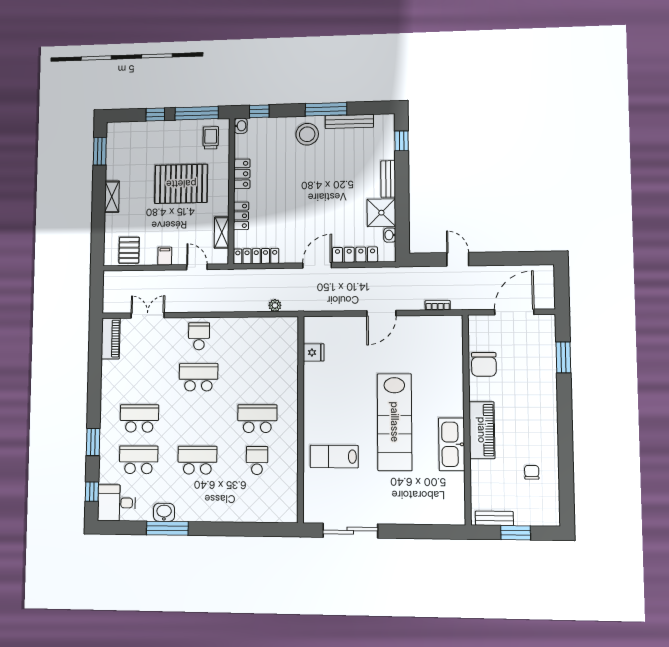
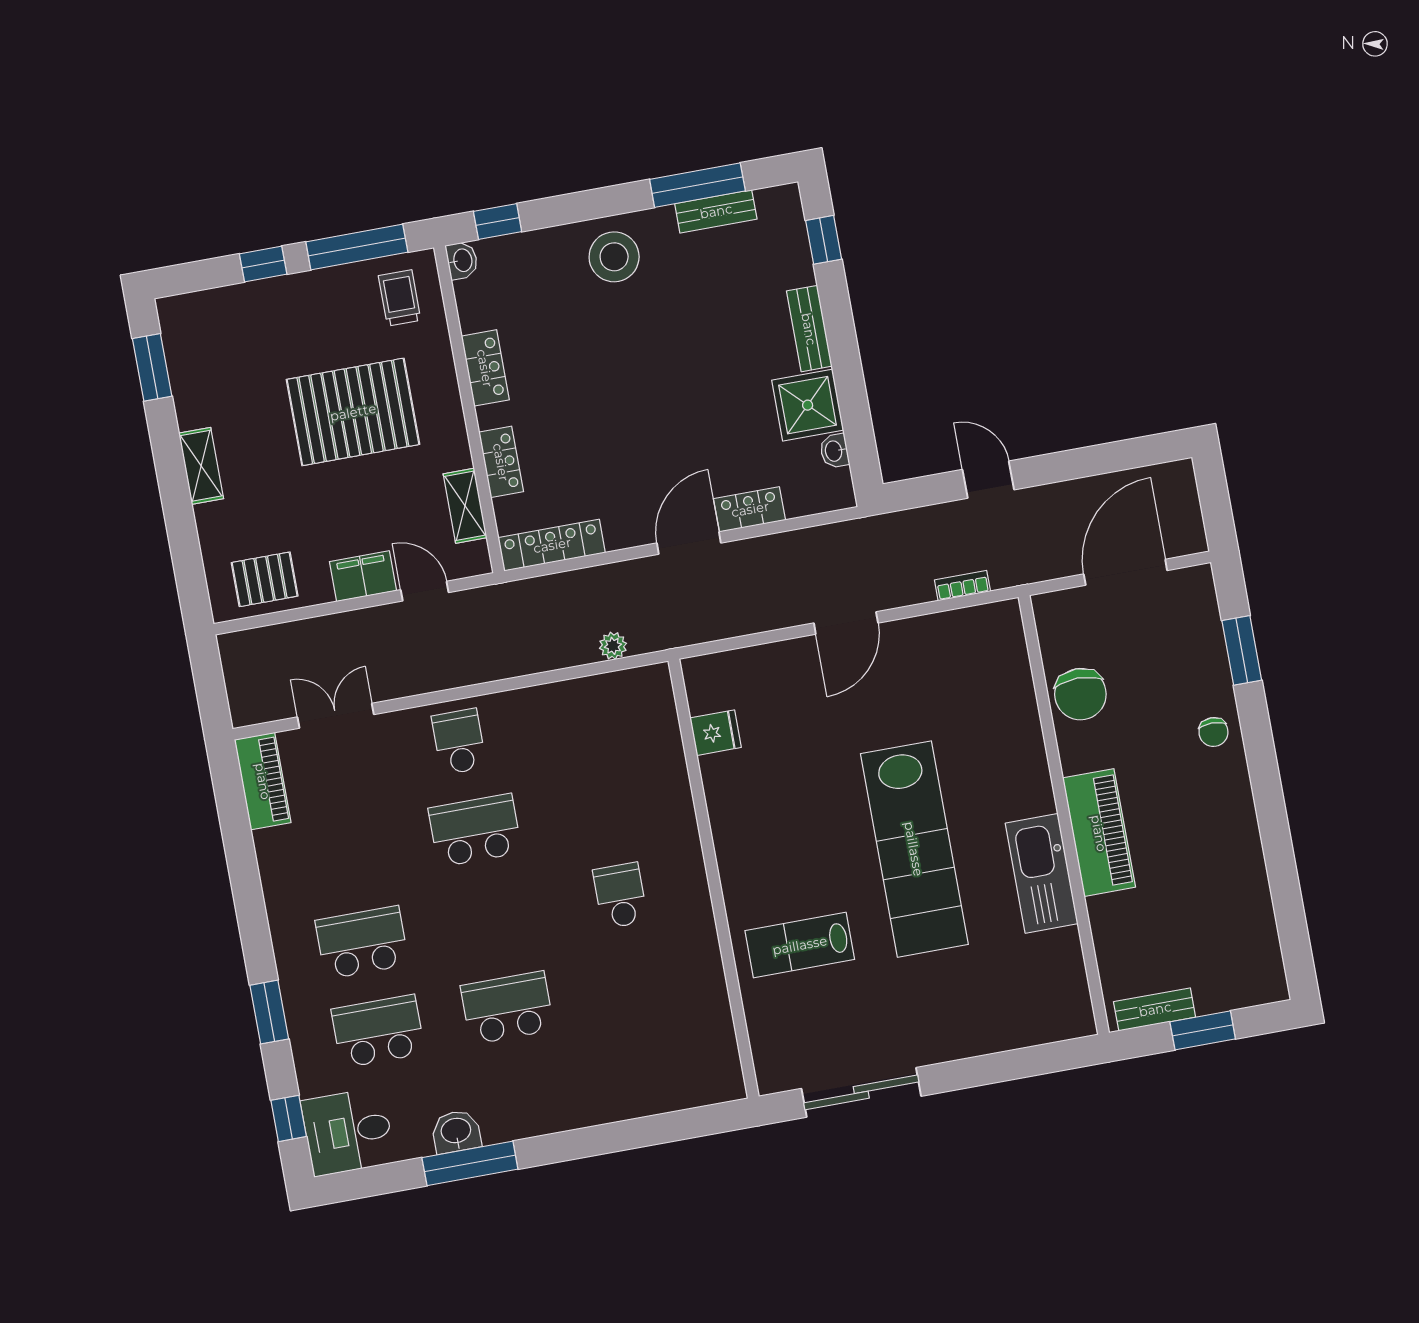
window: (326, 109) -> (697, 185), moved
bench: (349, 121) -> (716, 211), width x0.73
pallet: (129, 250) -> (265, 579), turned 90
locker: (355, 255) -> (750, 509), width x0.66
filing cabinet: (165, 256) -> (363, 576), width x2.00
school desk: (257, 419) -> (620, 896), width x0.54
school desk: (257, 460) -> (636, 984), removed
chair: (532, 472) -> (1213, 732), moved, turned 180

